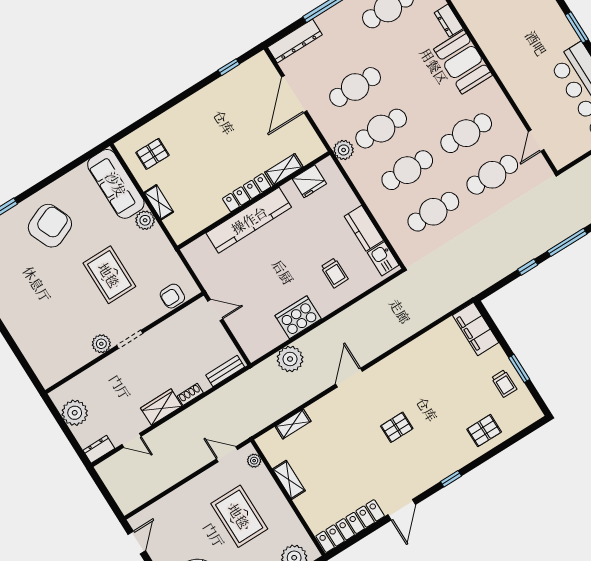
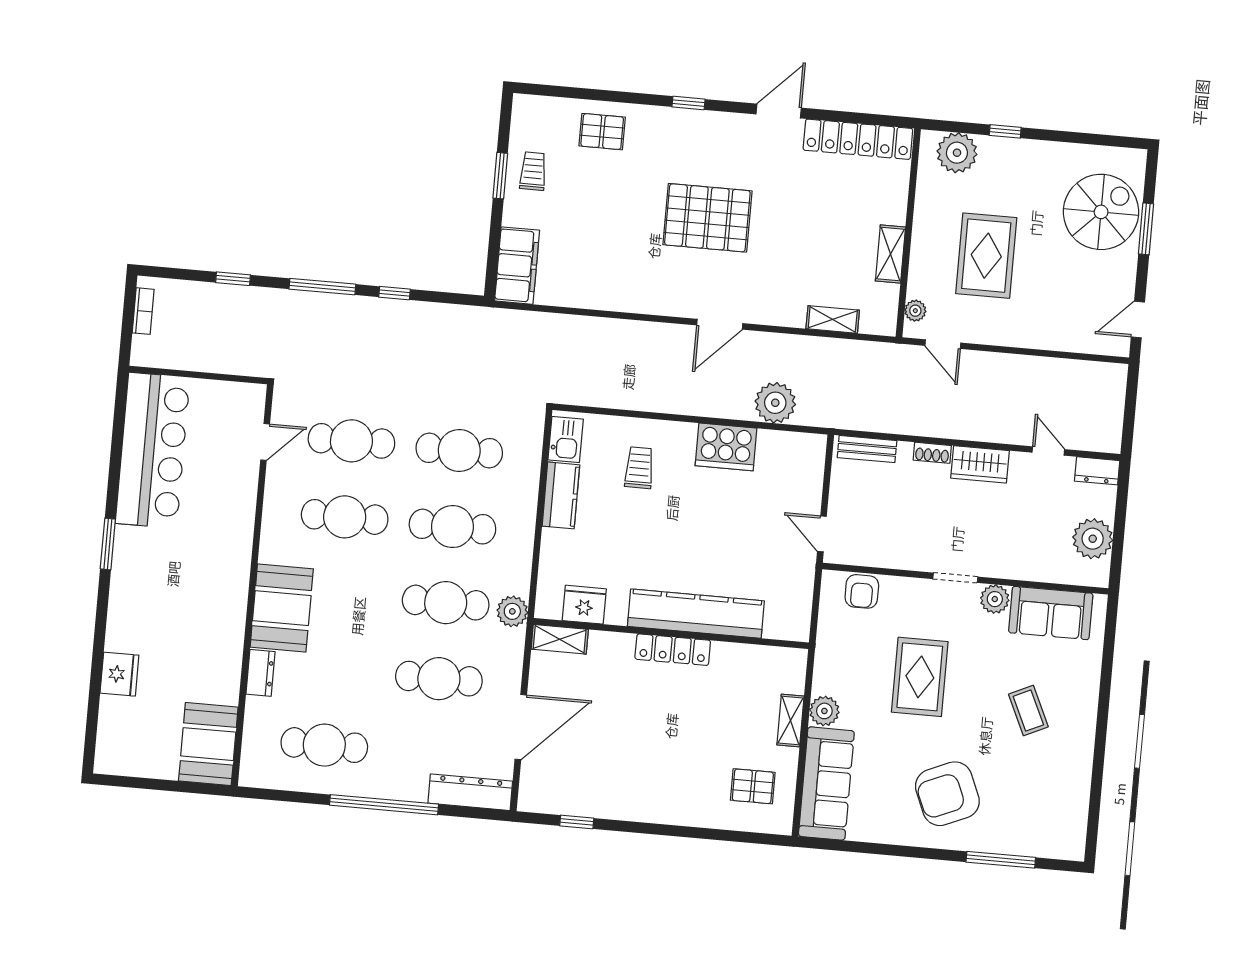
shelving: (284, 170) -> (560, 639), moved
armchair: (172, 296) -> (862, 591), turned 90
coffee table: (41, 300) -> (1028, 711), added
sofa: (67, 358) -> (1051, 613), added
pallet: (397, 427) -> (707, 218), width x2.05, depth x2.00

